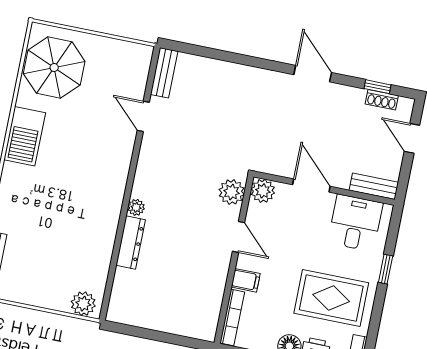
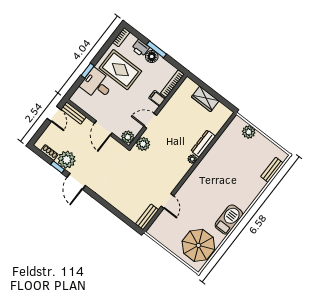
window: (377, 87) -> (58, 167), moved
plant: (347, 102) -> (67, 160), added
door: (412, 138) -> (54, 114), moved
desk: (355, 223) -> (97, 84), moved, turned 90
door: (238, 237) -> (150, 121), hinge flipped
plant: (83, 304) -> (249, 132), moved
wardrobe: (164, 319) -> (205, 99), added

